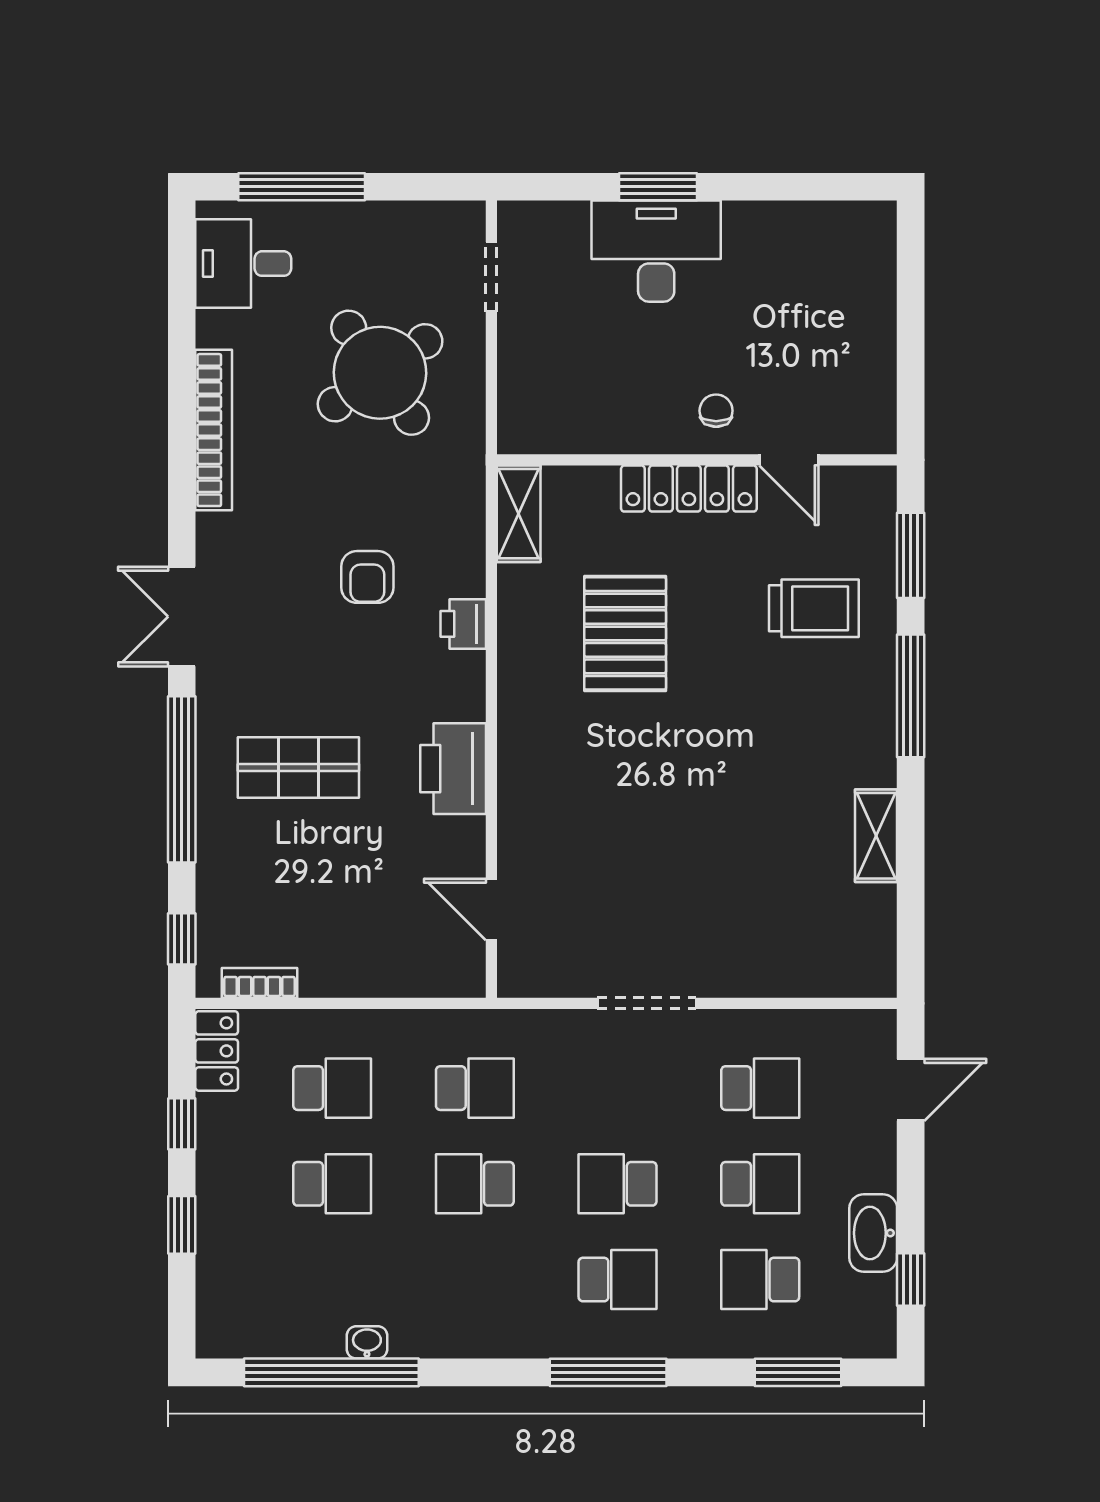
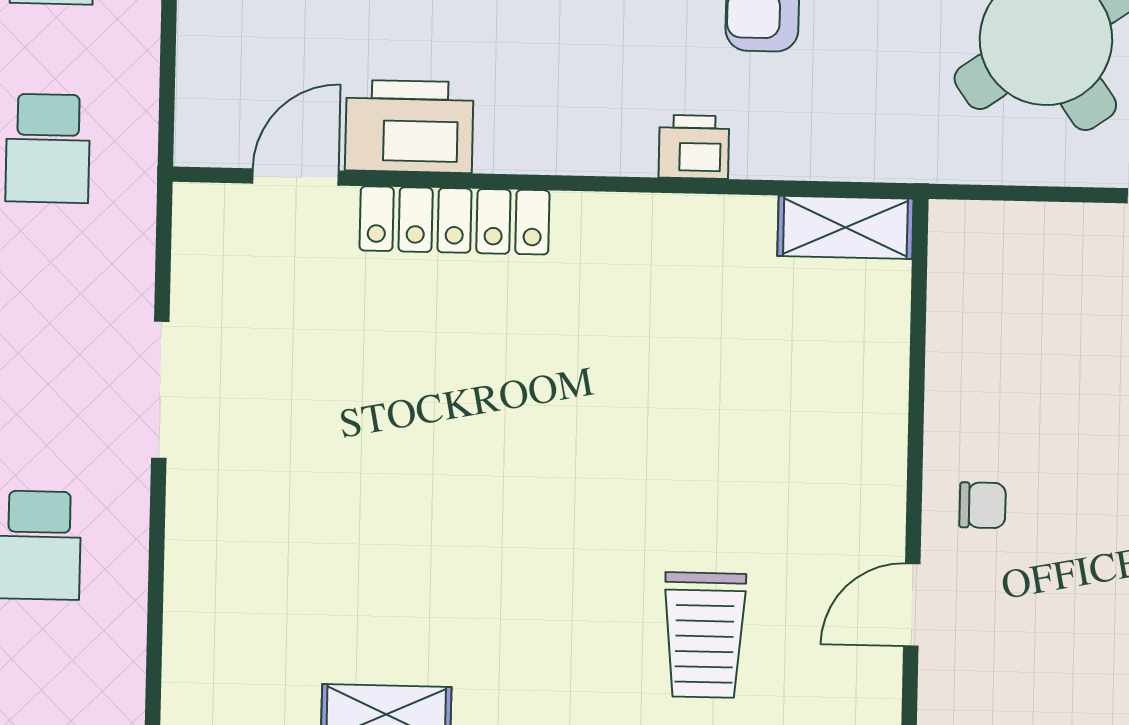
locker: (689, 489) -> (455, 220), moved, turned -90
pallet: (625, 633) -> (675, 372), removed
printer: (453, 769) -> (409, 126), moved

